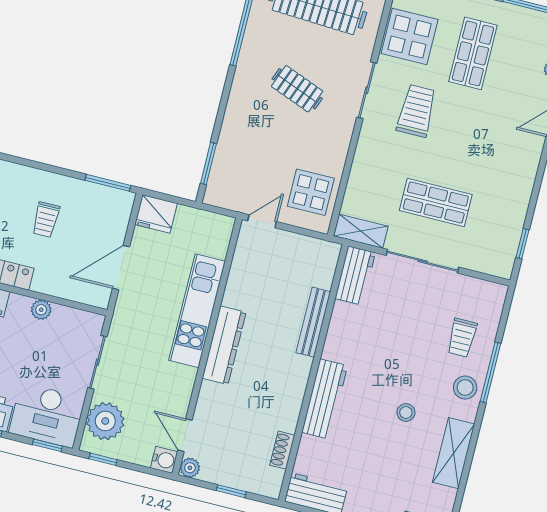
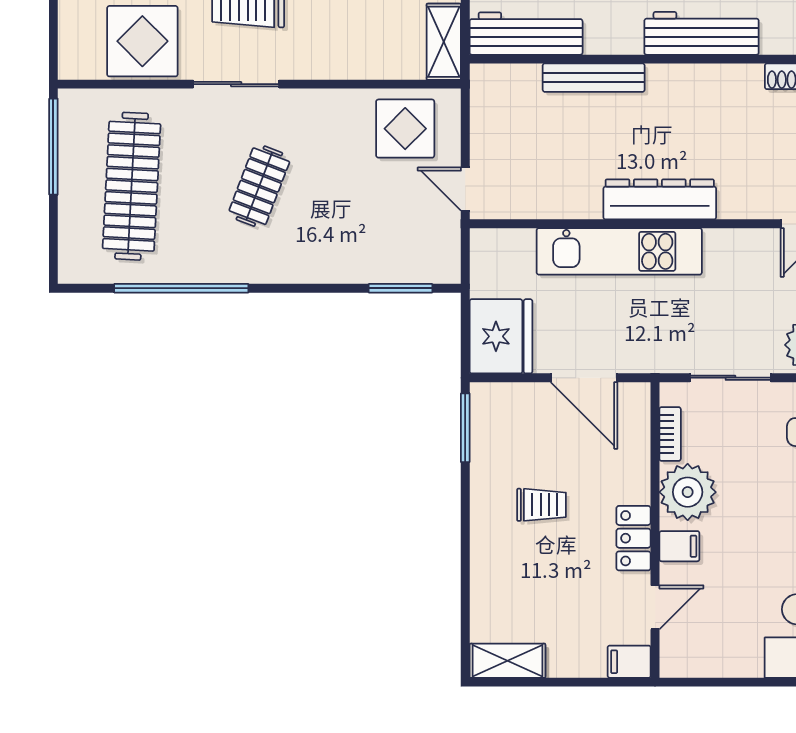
fridge: (156, 214) -> (501, 336), width x1.36, depth x1.34
workbench: (355, 276) -> (526, 34), width x1.37
plant: (41, 310) -> (688, 492), width x1.87, depth x1.87
bookcase: (71, 314) -> (670, 434), added

